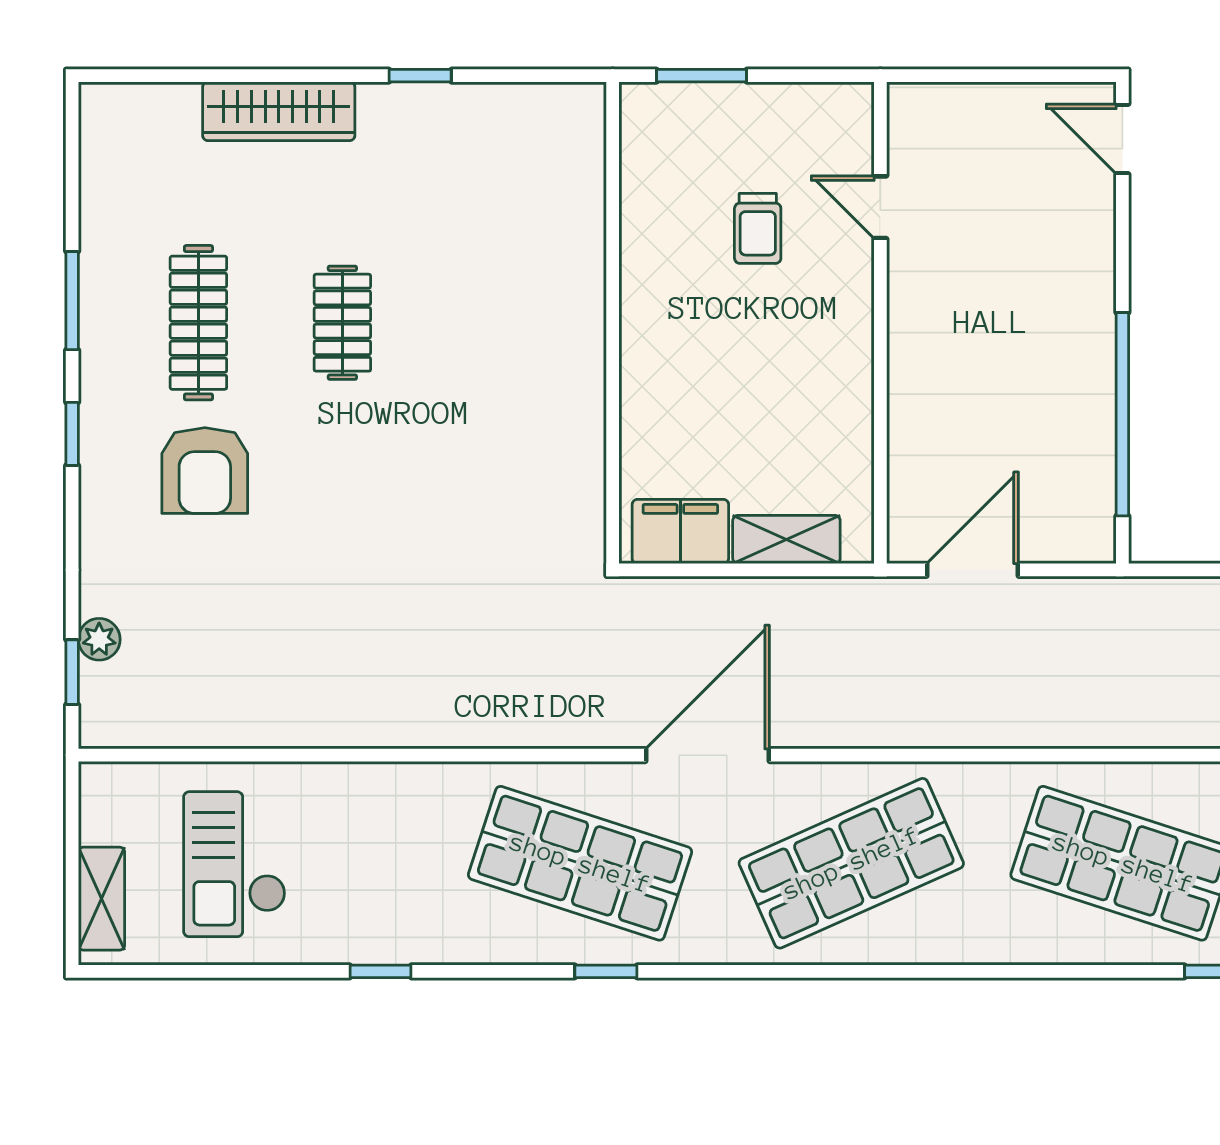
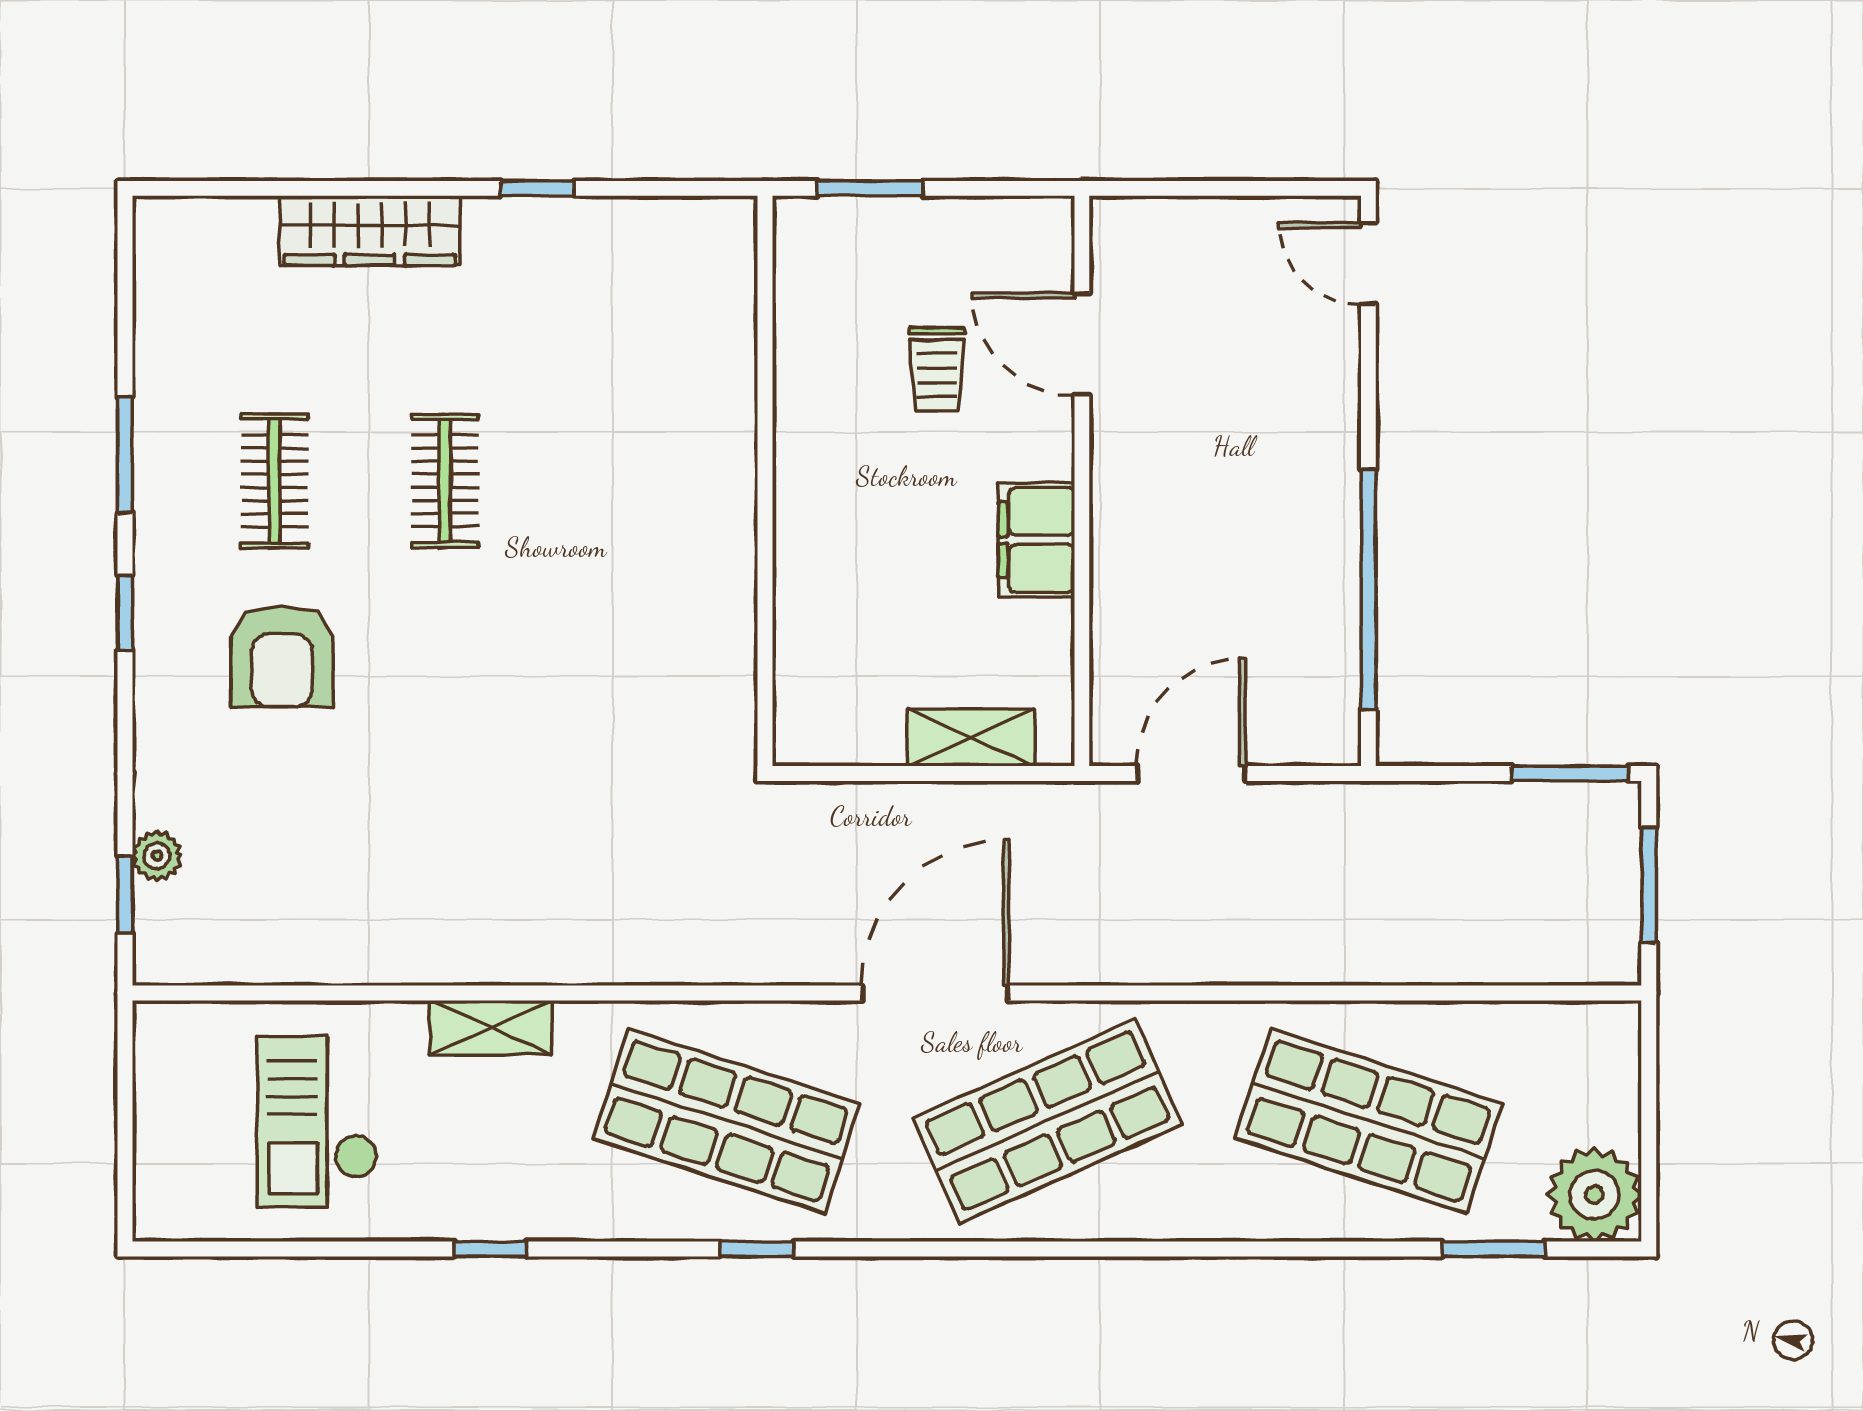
door: (880, 207) -> (1082, 344), width x1.37
clothes rail: (198, 323) -> (275, 481), width x0.73
filing cabinet: (680, 531) -> (1036, 540), moved, turned -90
door: (707, 755) -> (935, 993), moved
shelving: (101, 899) -> (491, 1028), moved, turned 90

